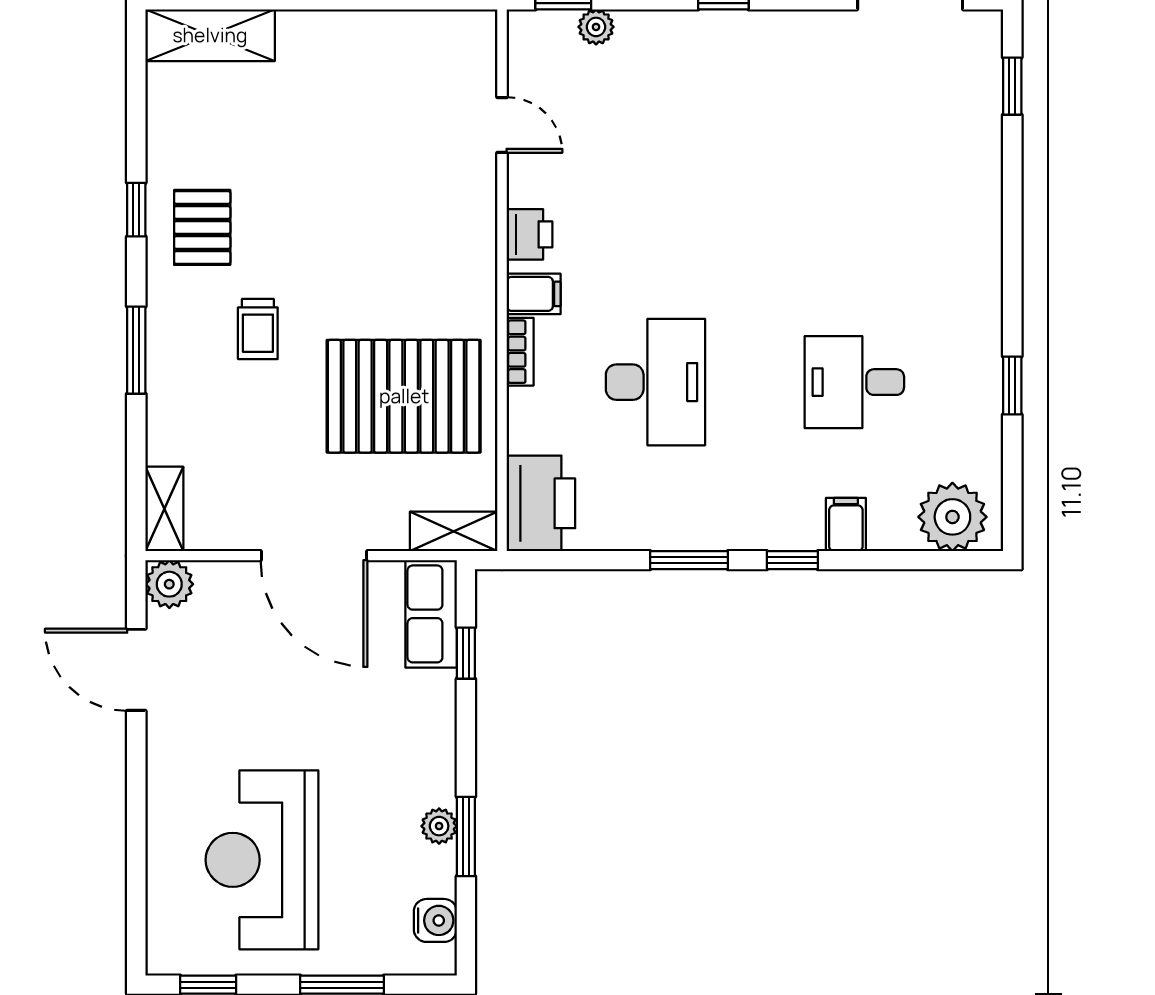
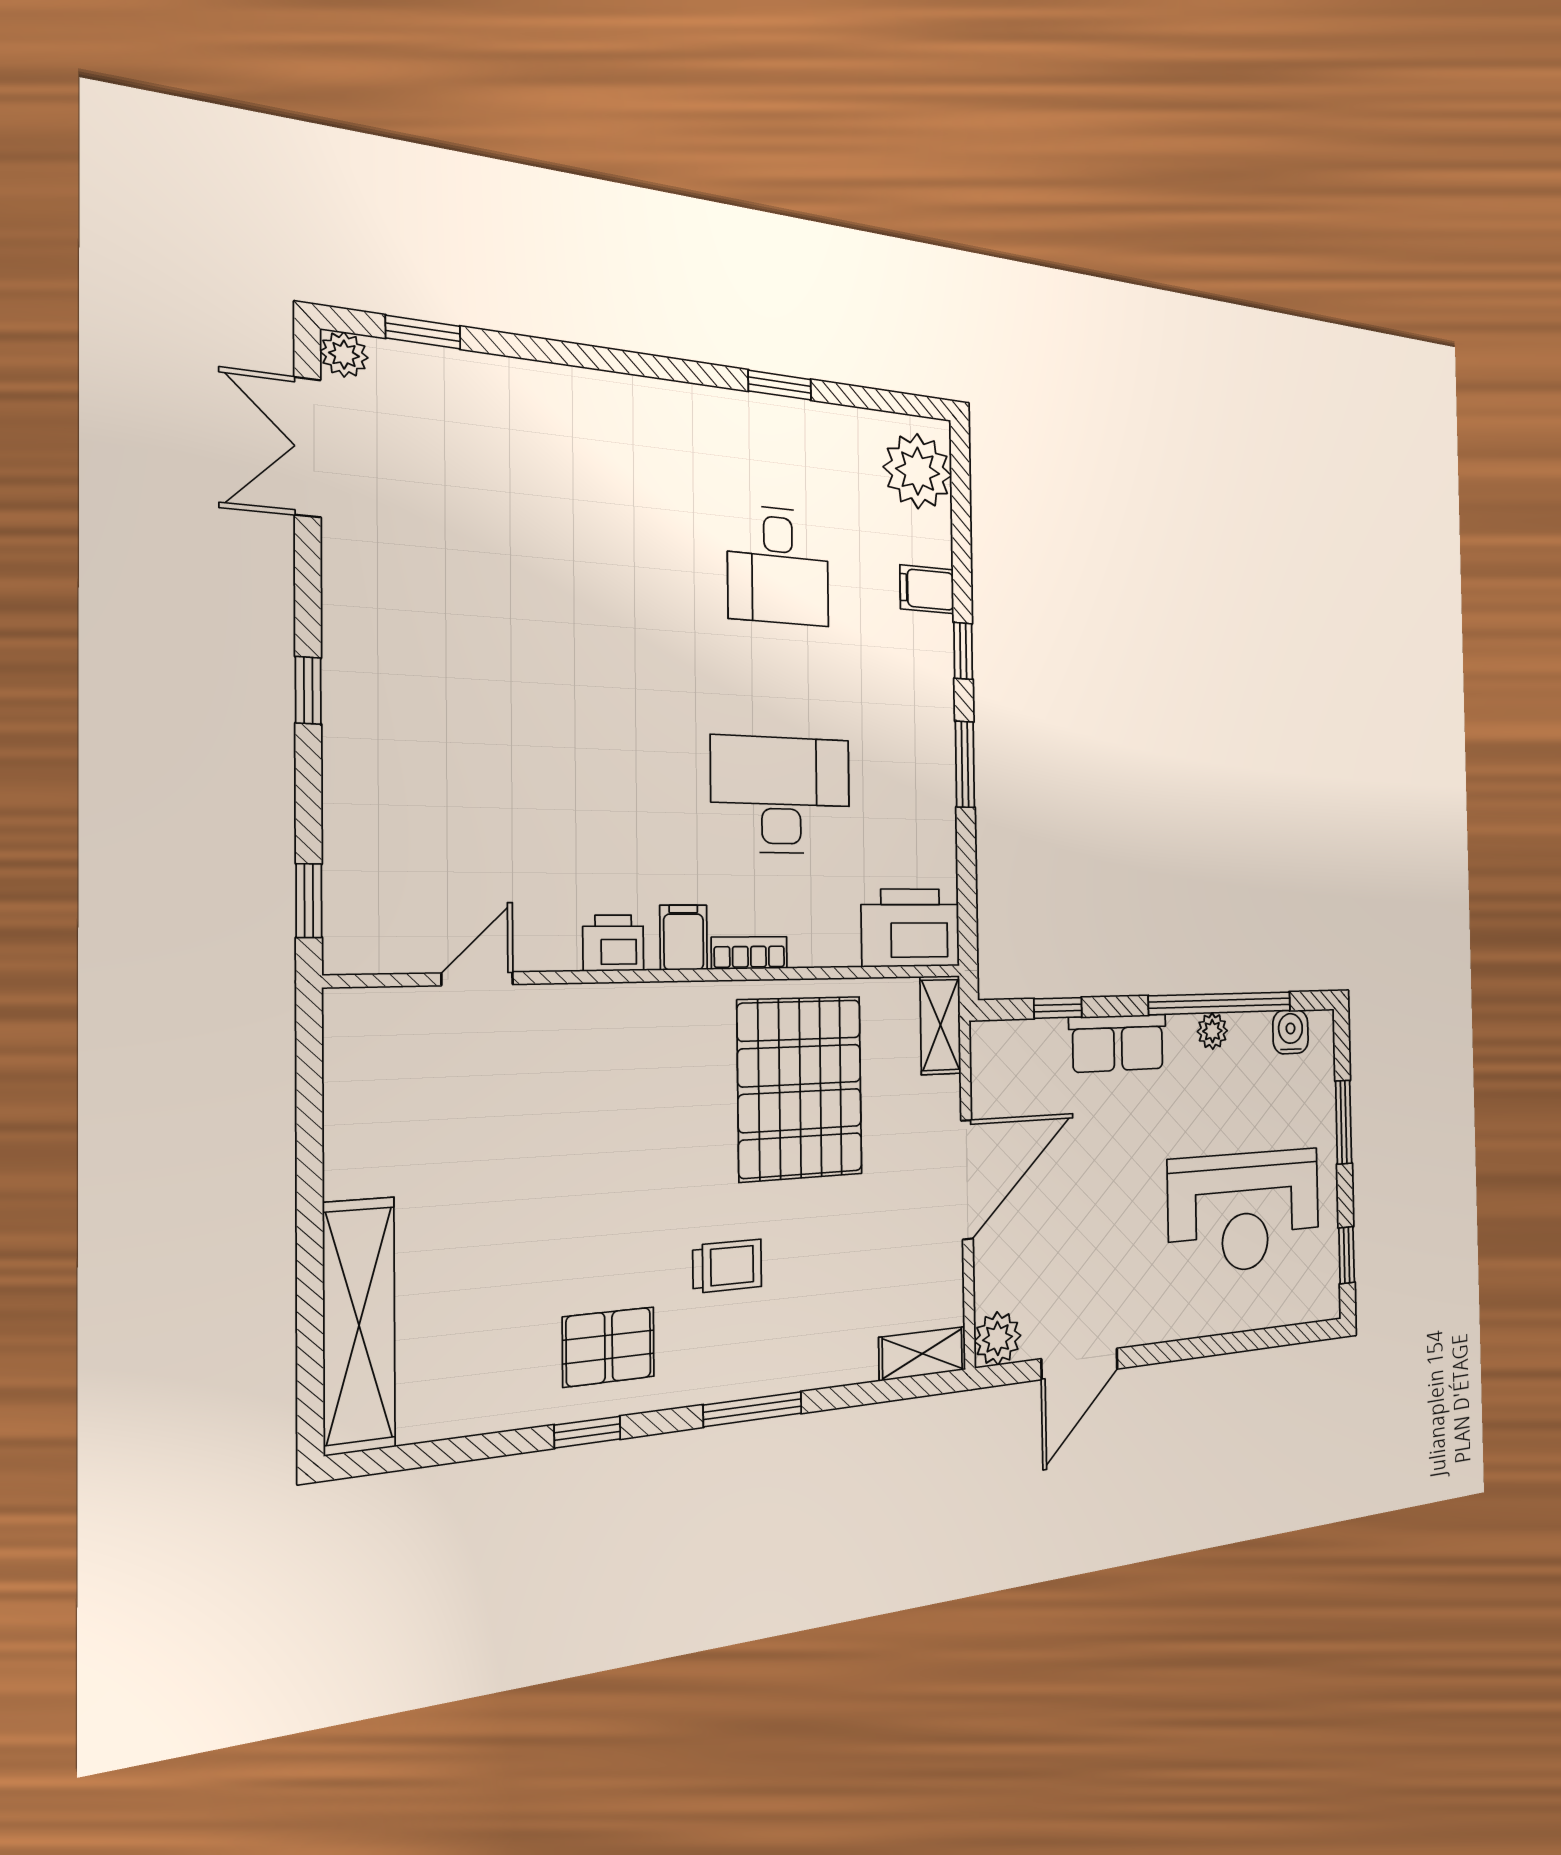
plant: (596, 27) -> (344, 355), moved
shelving: (210, 35) -> (359, 1325), width x1.47
row of seats: (431, 614) -> (1118, 1043), moved
window: (466, 836) -> (1221, 1003), width x2.11

